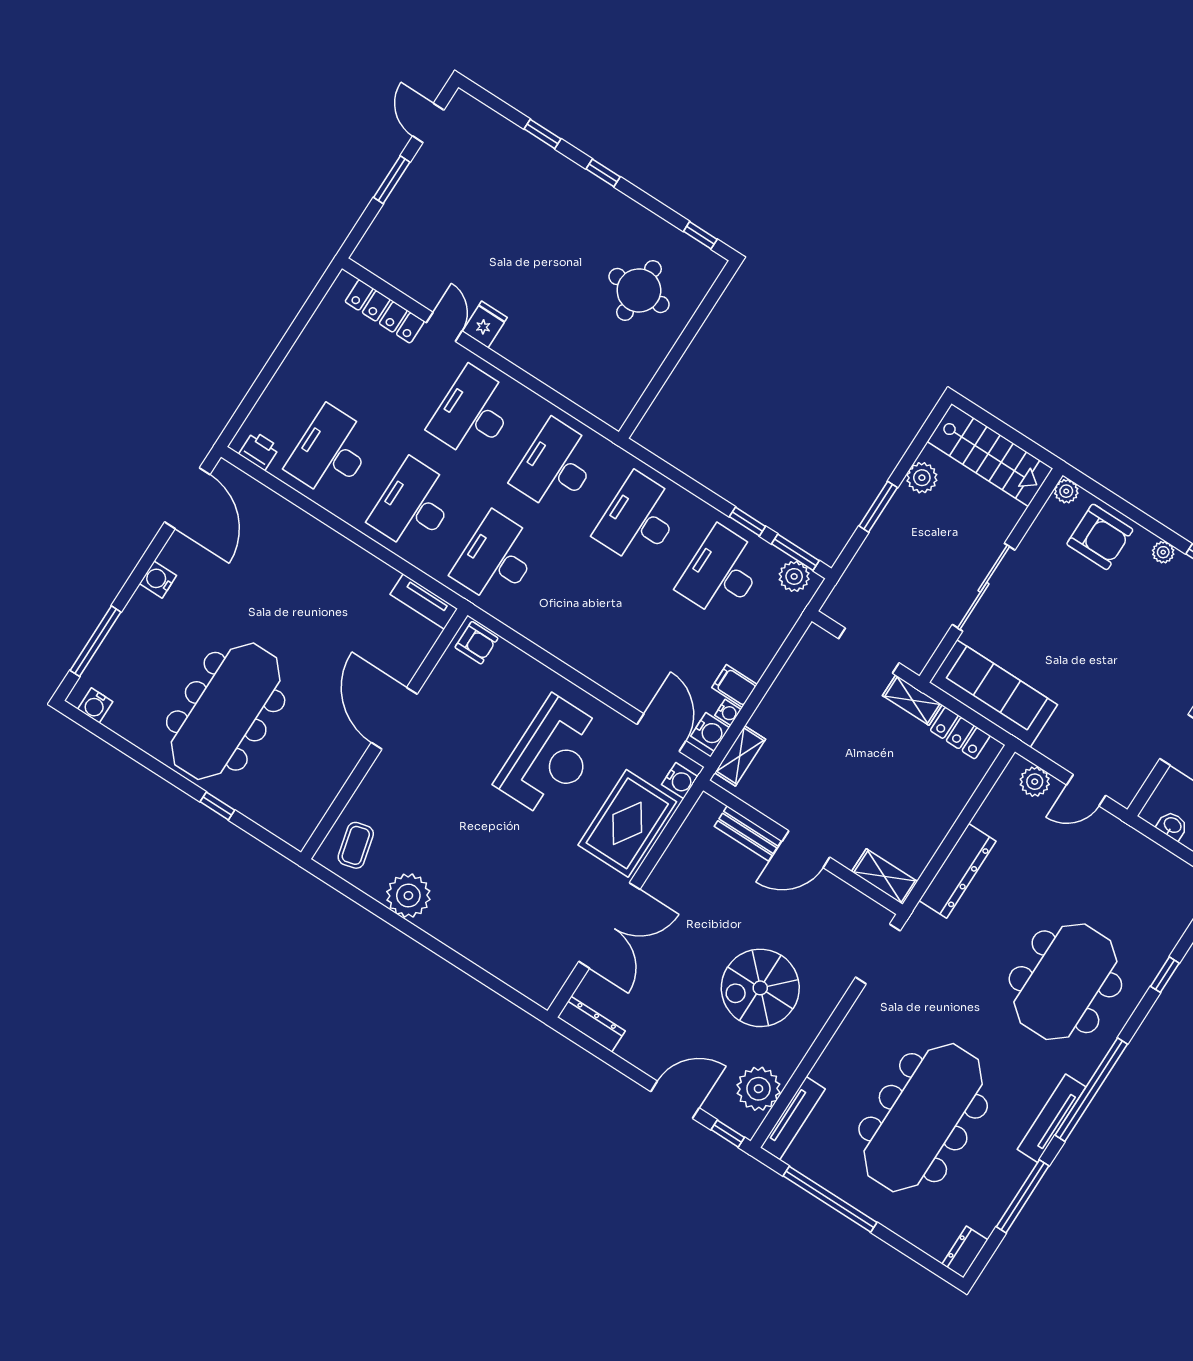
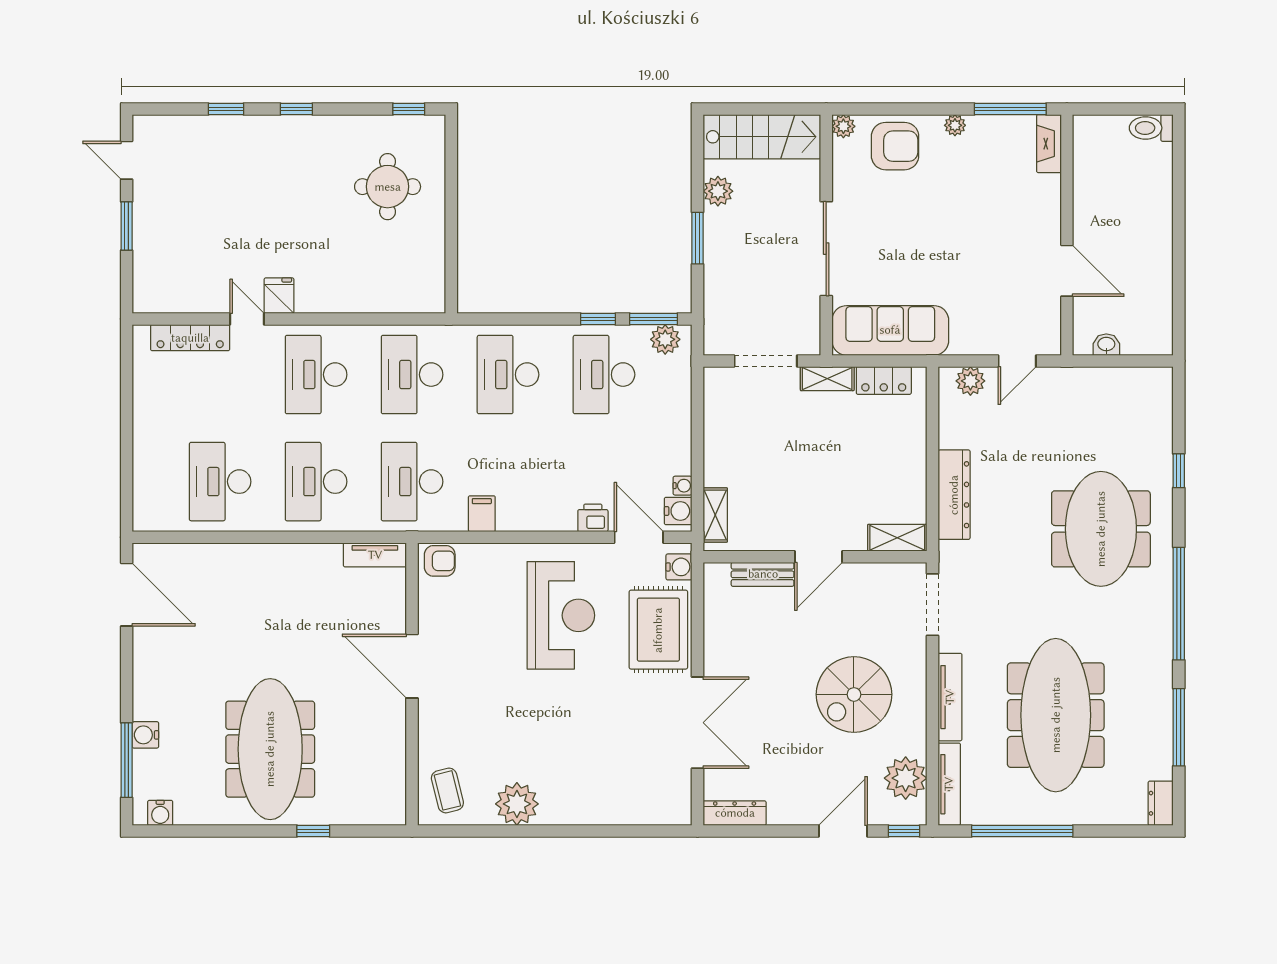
printer: (259, 451) -> (593, 518), moved
water cooler: (158, 580) -> (145, 735), moved
filing cabinet: (734, 686) -> (482, 514), moved, turned 90
tv unit: (1052, 1118) -> (950, 697), moved, turned 180

